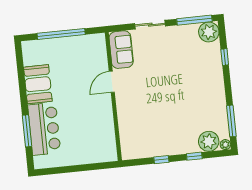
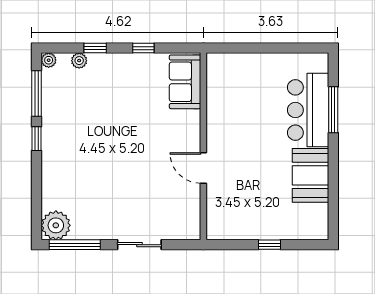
window: (61, 34) -> (269, 245), width x0.32
sofa: (121, 50) -> (185, 82), moved
window: (225, 57) -> (37, 139), moved
door: (112, 82) -> (203, 168), swing flipped
plant: (209, 141) -> (79, 61), width x0.53, depth x0.53

